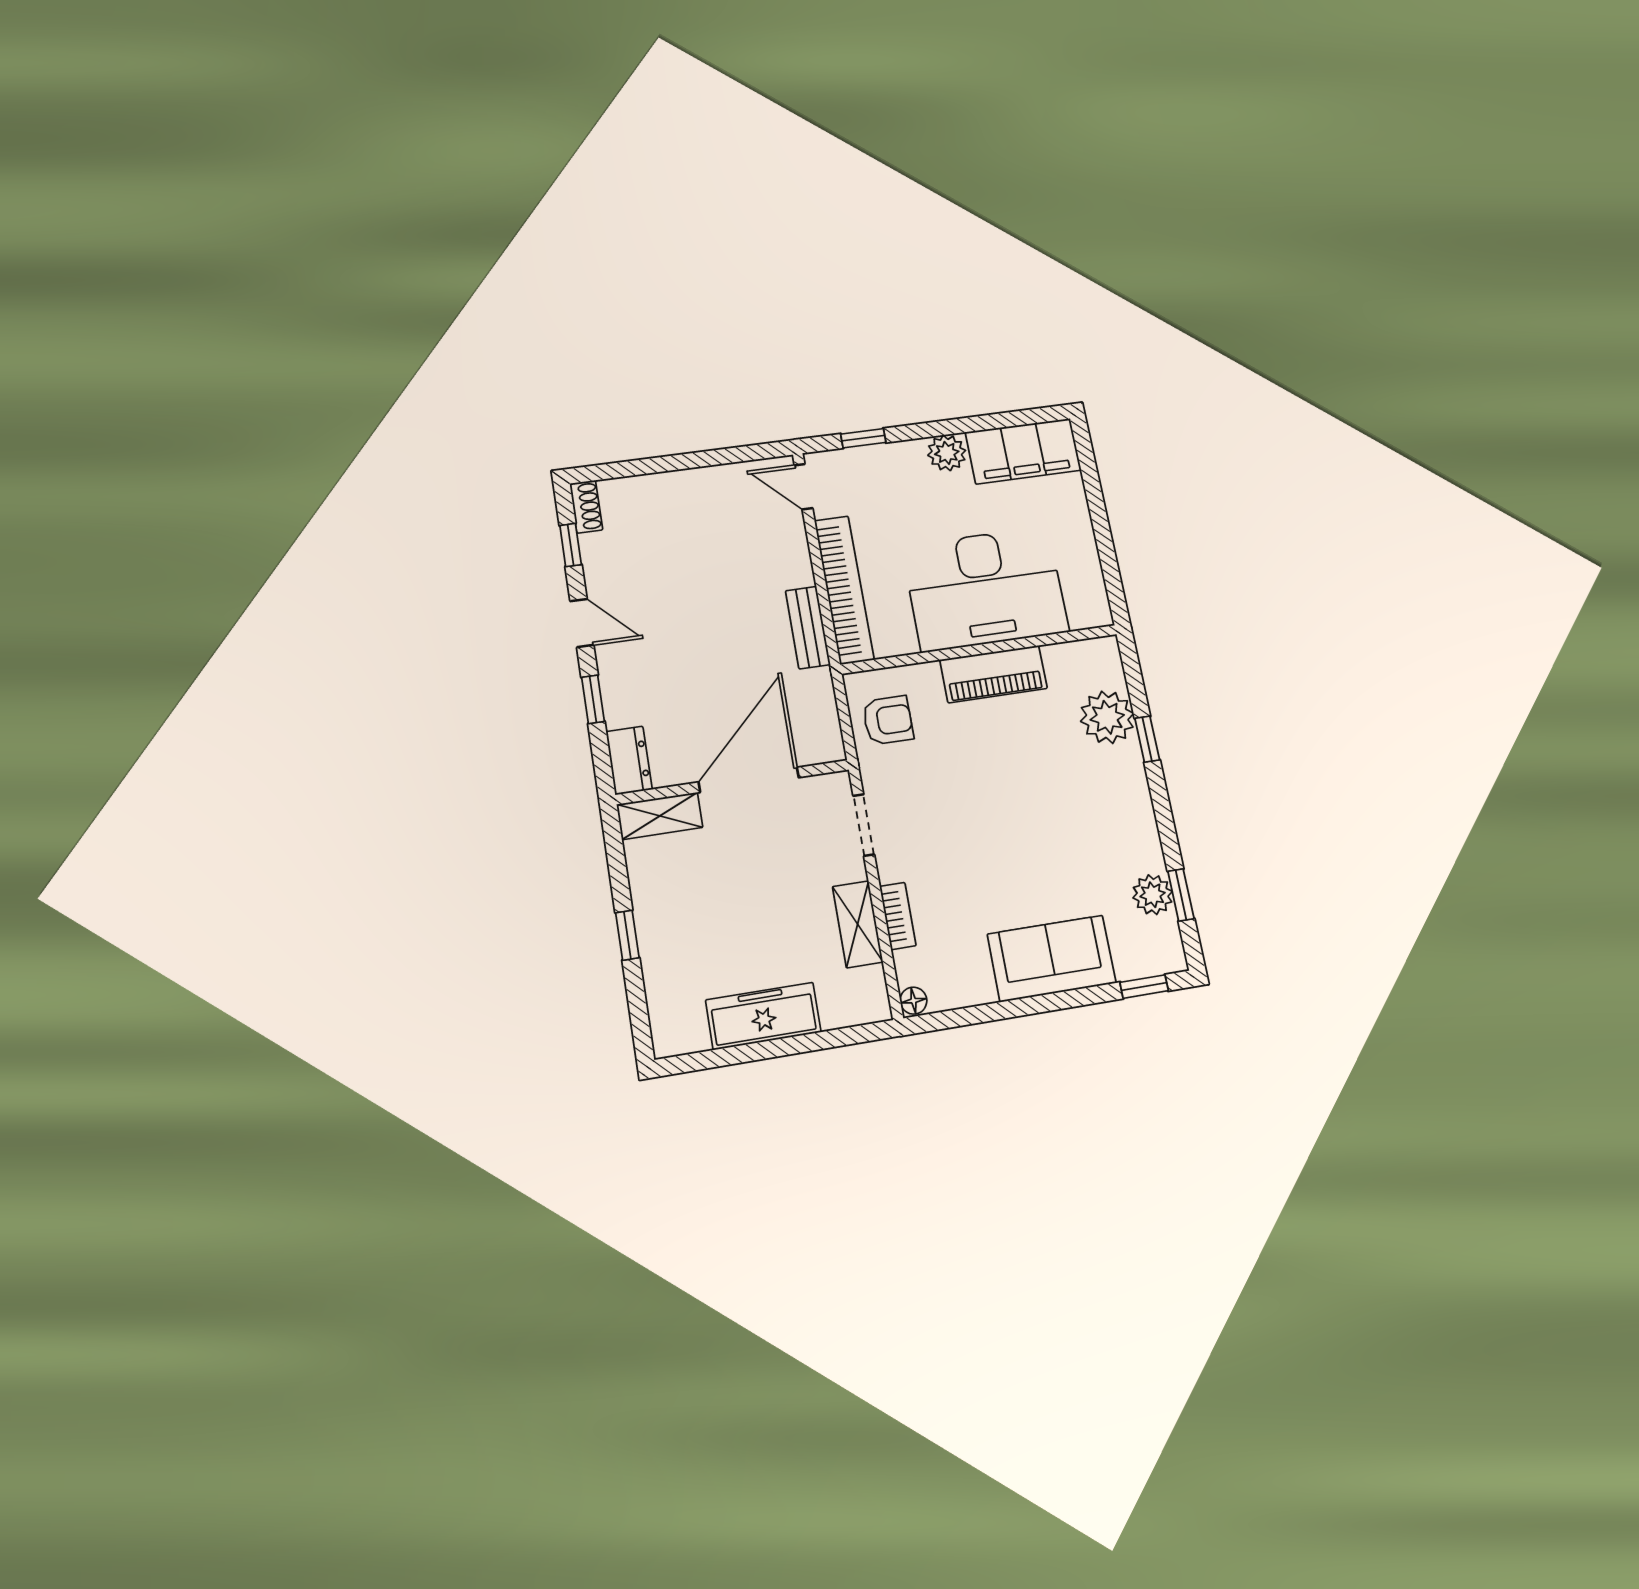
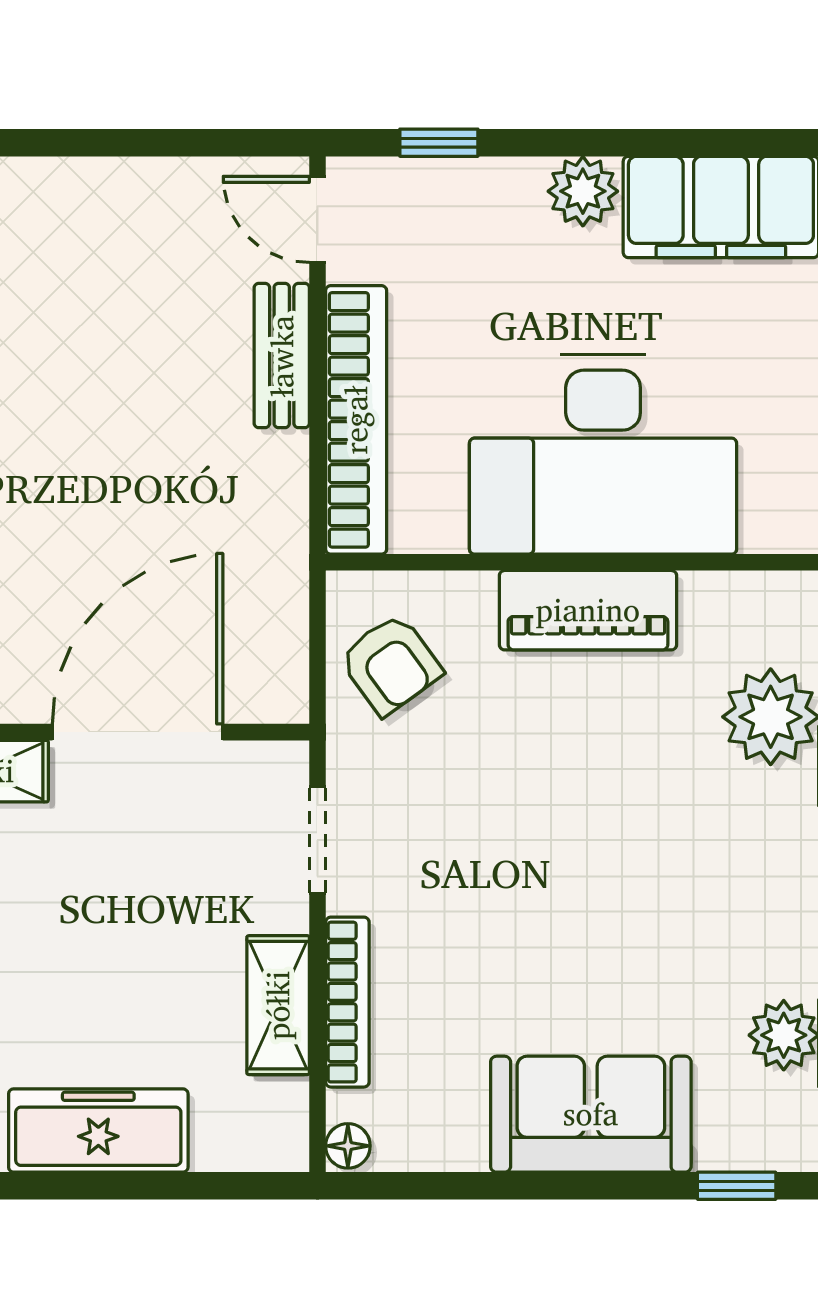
bench: (808, 628) -> (282, 356), moved
armchair: (888, 720) -> (391, 664), turned 54
bookcase: (898, 916) -> (347, 1002), width x1.56

